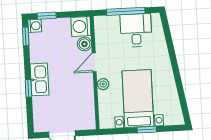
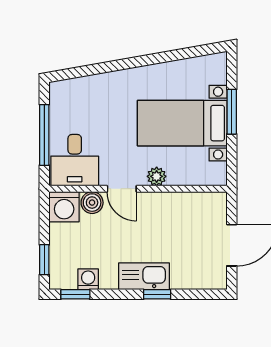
washing machine: (35, 26) -> (88, 279), moved
desk: (136, 30) -> (75, 160), moved, turned -90
window: (147, 130) -> (232, 112), width x1.50

